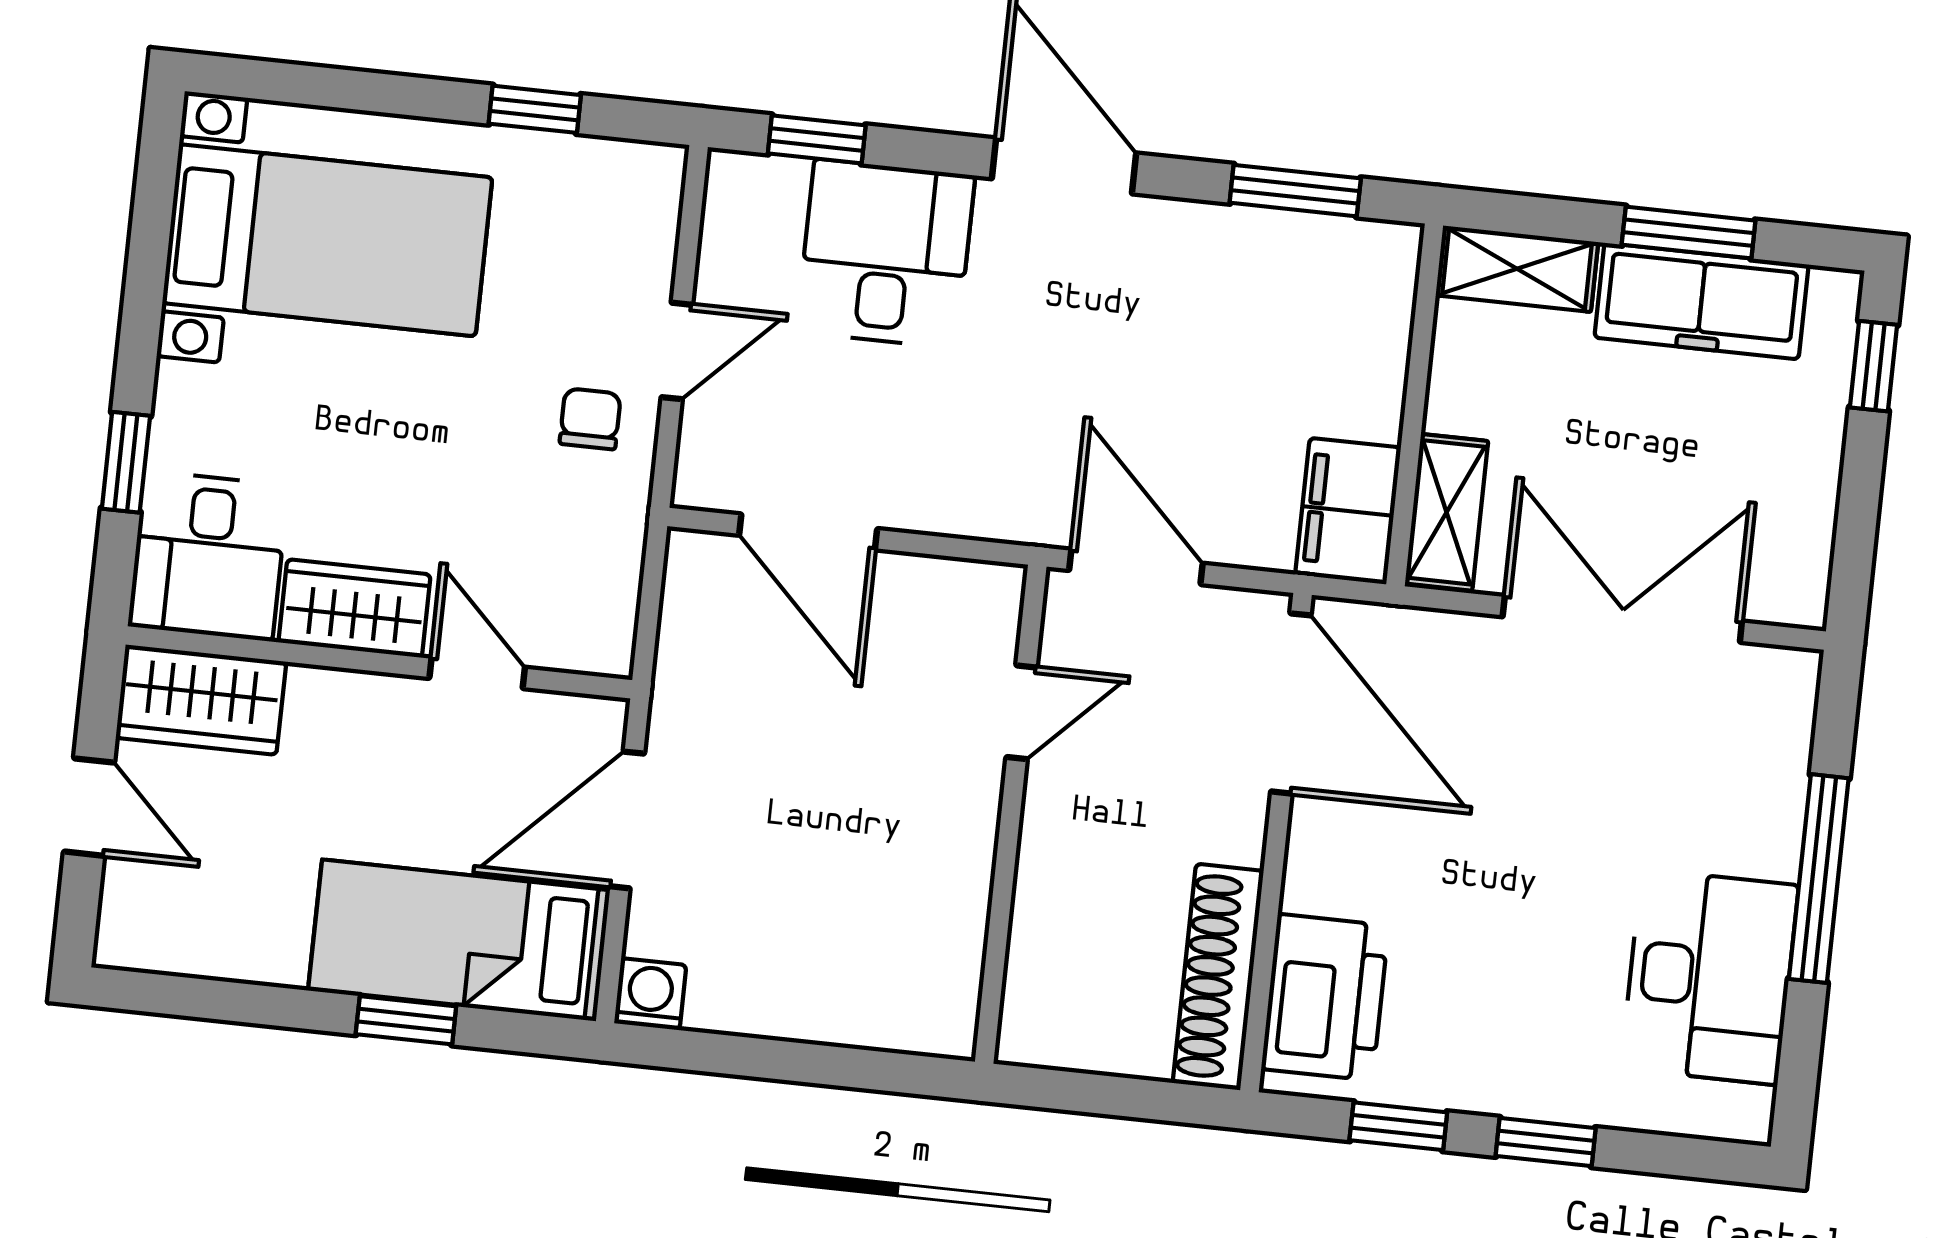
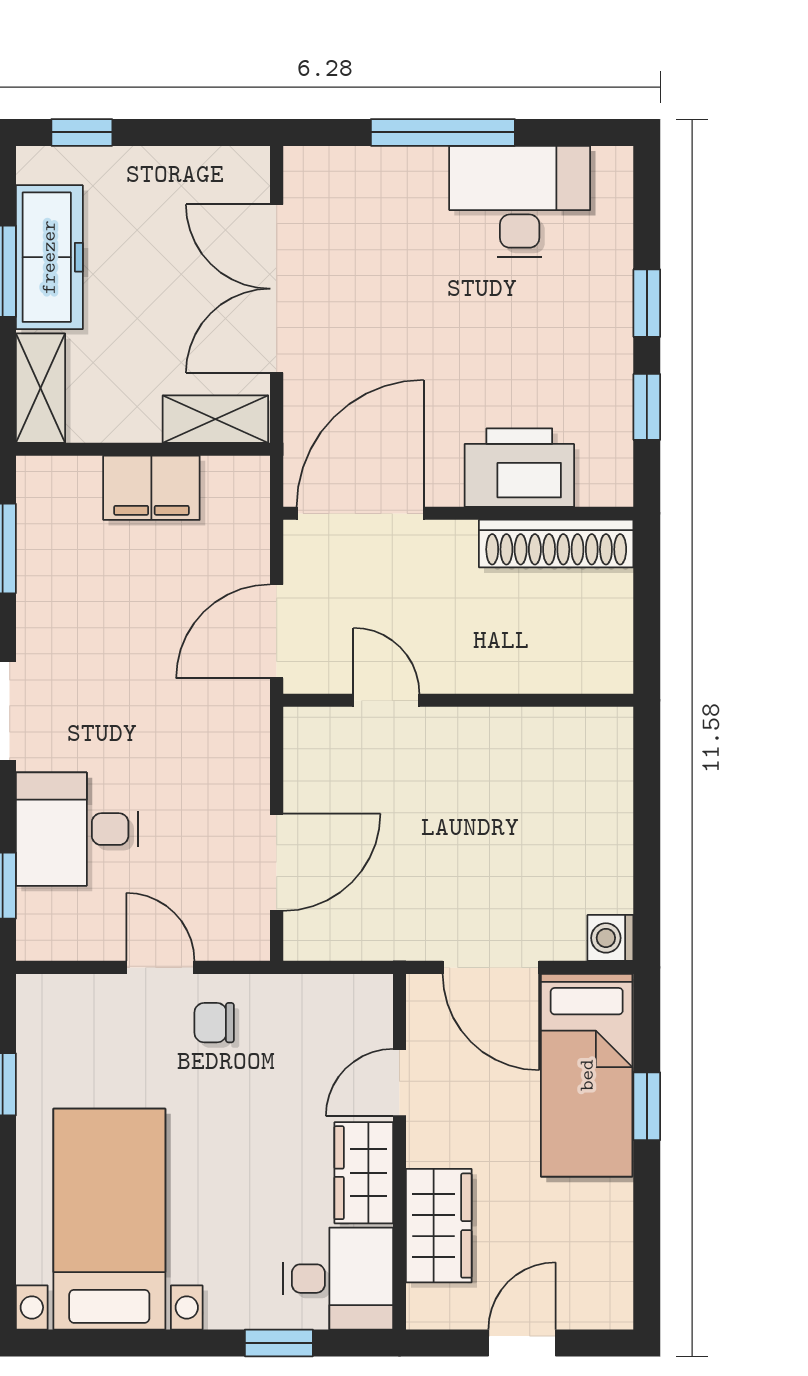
filing cabinet: (1348, 511) -> (151, 488), moved
wardrobe: (201, 700) -> (439, 1226), moved
printer: (1325, 997) -> (519, 468), moved

